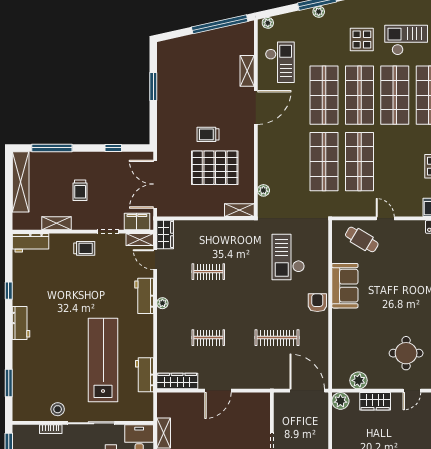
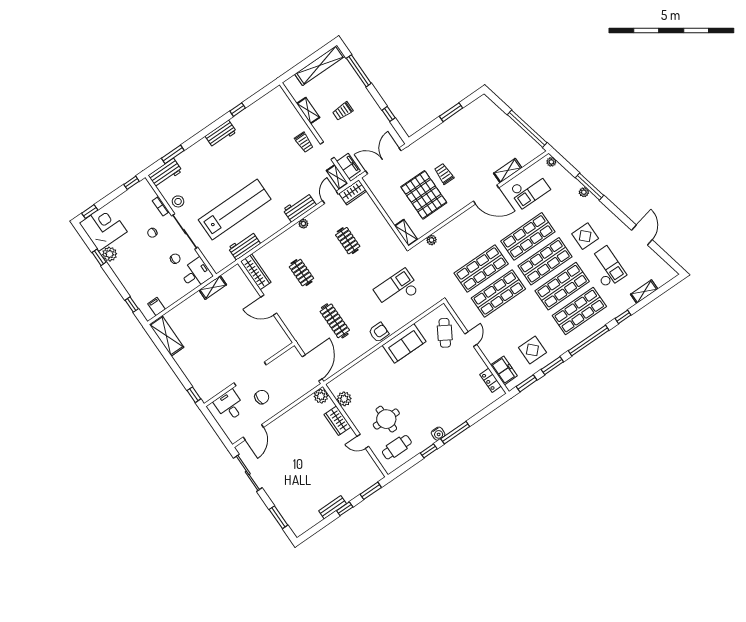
workbench: (30, 243) -> (165, 173), moved, turned -90

